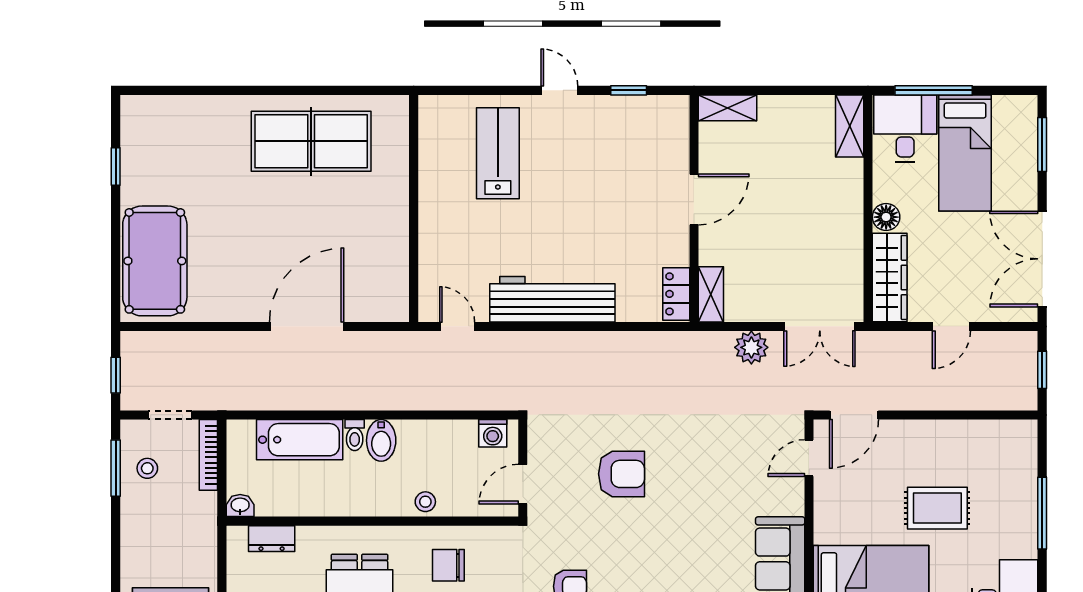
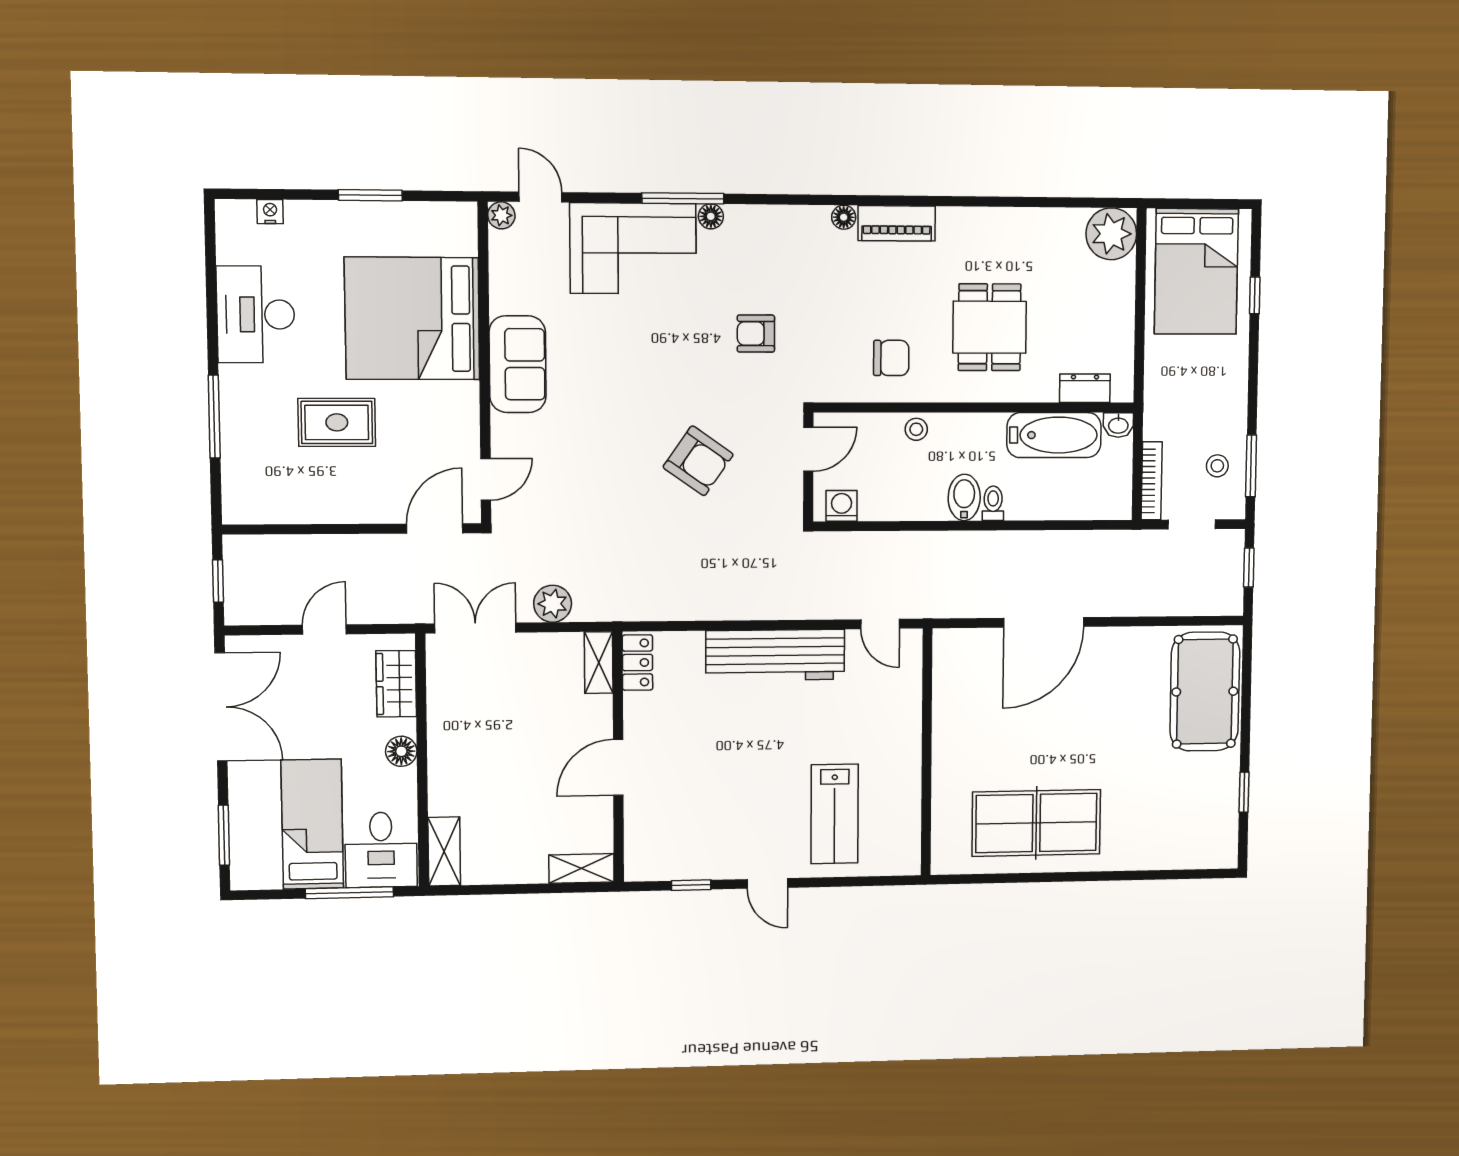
wardrobe: (890, 277) -> (396, 684), width x0.67
bathtub: (300, 440) -> (1054, 435), moved, turned 180
armchair: (621, 474) -> (698, 461), turned -145

